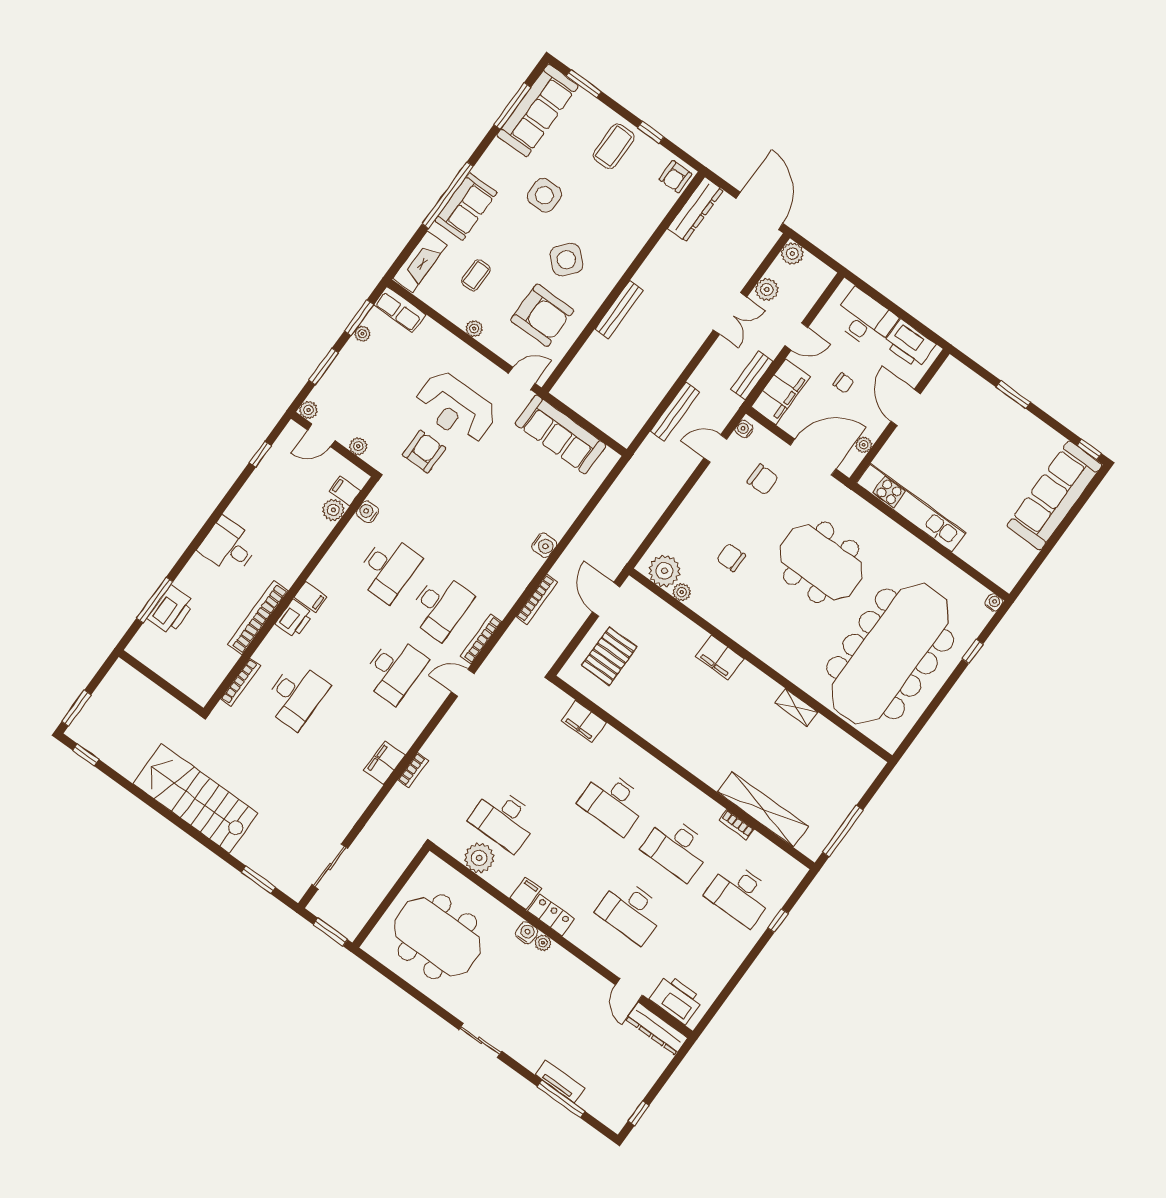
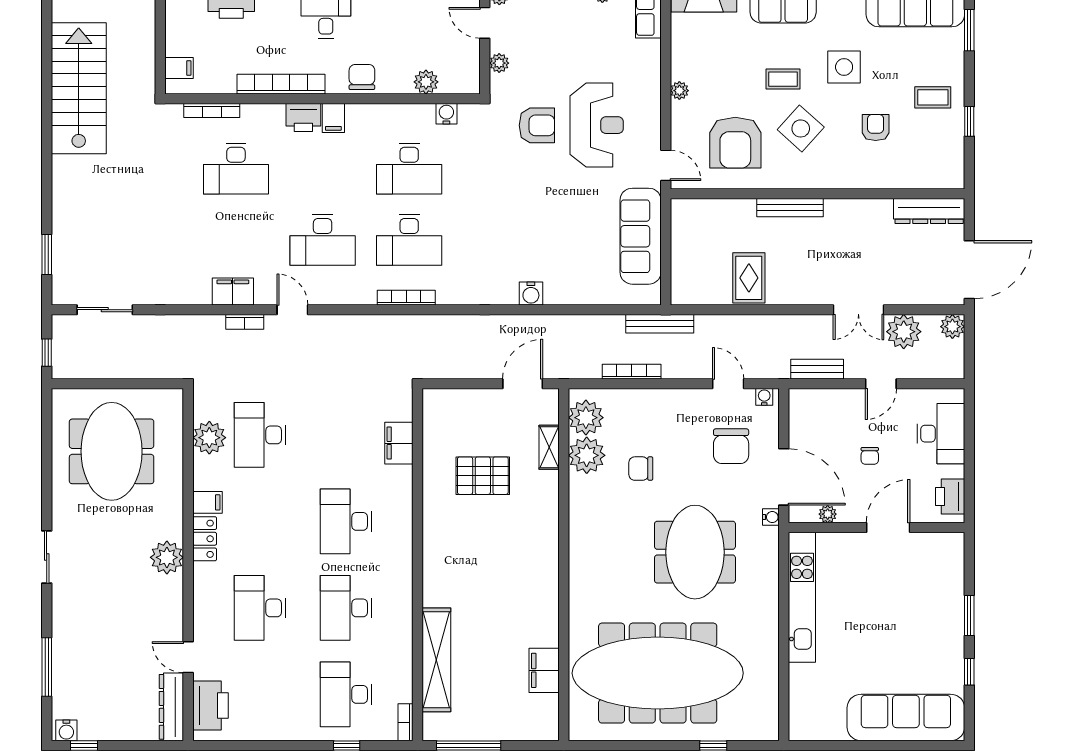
coffee table: (614, 146) -> (933, 97), width x0.73, depth x0.77
armchair: (675, 177) -> (876, 128), moved, turned 90
coffee table: (476, 275) -> (783, 79), moved
plant: (767, 290) -> (904, 332), width x1.36, depth x1.36
door: (796, 337) -> (881, 384), hinge flipped
printer: (909, 344) -> (950, 497), width x0.73, depth x0.84
rug: (649, 377) -> (749, 278), added
filing cabinet: (781, 392) -> (821, 406), removed
reception desk: (456, 408) -> (597, 125), turned 180
bench: (675, 412) -> (660, 324), moved
window: (1089, 450) -> (969, 672), moved
chair: (763, 480) -> (731, 446), width x1.37, depth x1.37
filing cabinet: (345, 491) -> (179, 68), moved, turned 90
chair: (296, 554) -> (362, 77), added
chair: (731, 558) -> (641, 469), turned -90
plant: (682, 592) -> (587, 455), width x1.87, depth x1.87
bookcase: (537, 599) -> (632, 372), moved, turned 180
water cooler: (994, 602) -> (771, 517), moved
pallet: (609, 656) -> (483, 476), moved
filing cabinet: (720, 658) -> (544, 670), moved
door: (463, 683) -> (292, 310), moved
shelving: (796, 708) -> (549, 447), moved
window: (86, 755) -> (47, 19), removed
stairs: (195, 798) -> (79, 88), moved
bookcase: (737, 825) -> (406, 722), moved
window: (330, 932) -> (47, 353), width x0.67
water cooler: (527, 933) -> (66, 730), moved, turned 90
plant: (543, 943) -> (167, 557), width x1.88, depth x1.88
door: (629, 990) -> (188, 657), hinge flipped
tv unit: (560, 1081) -> (62, 655), removed

